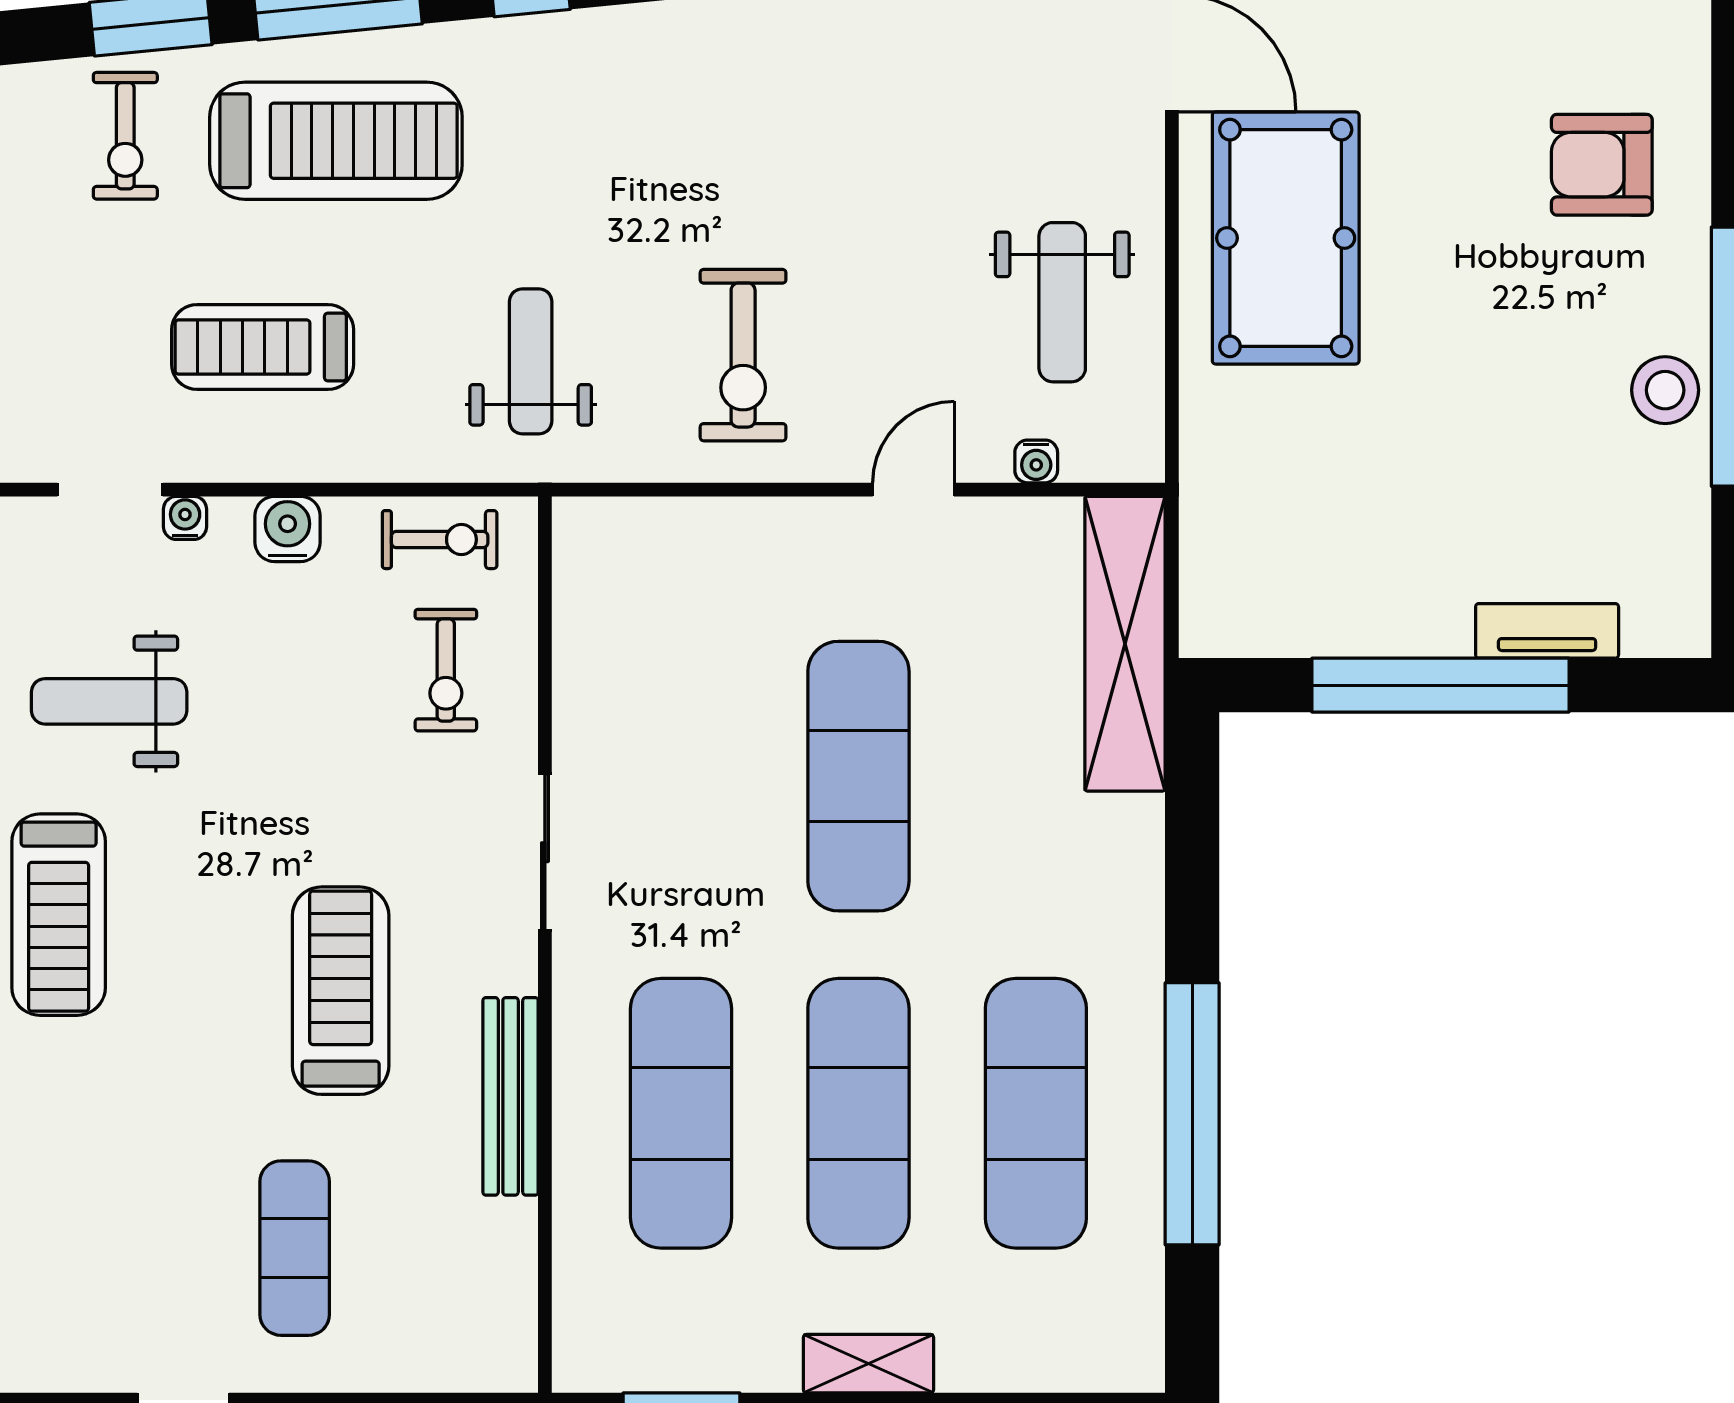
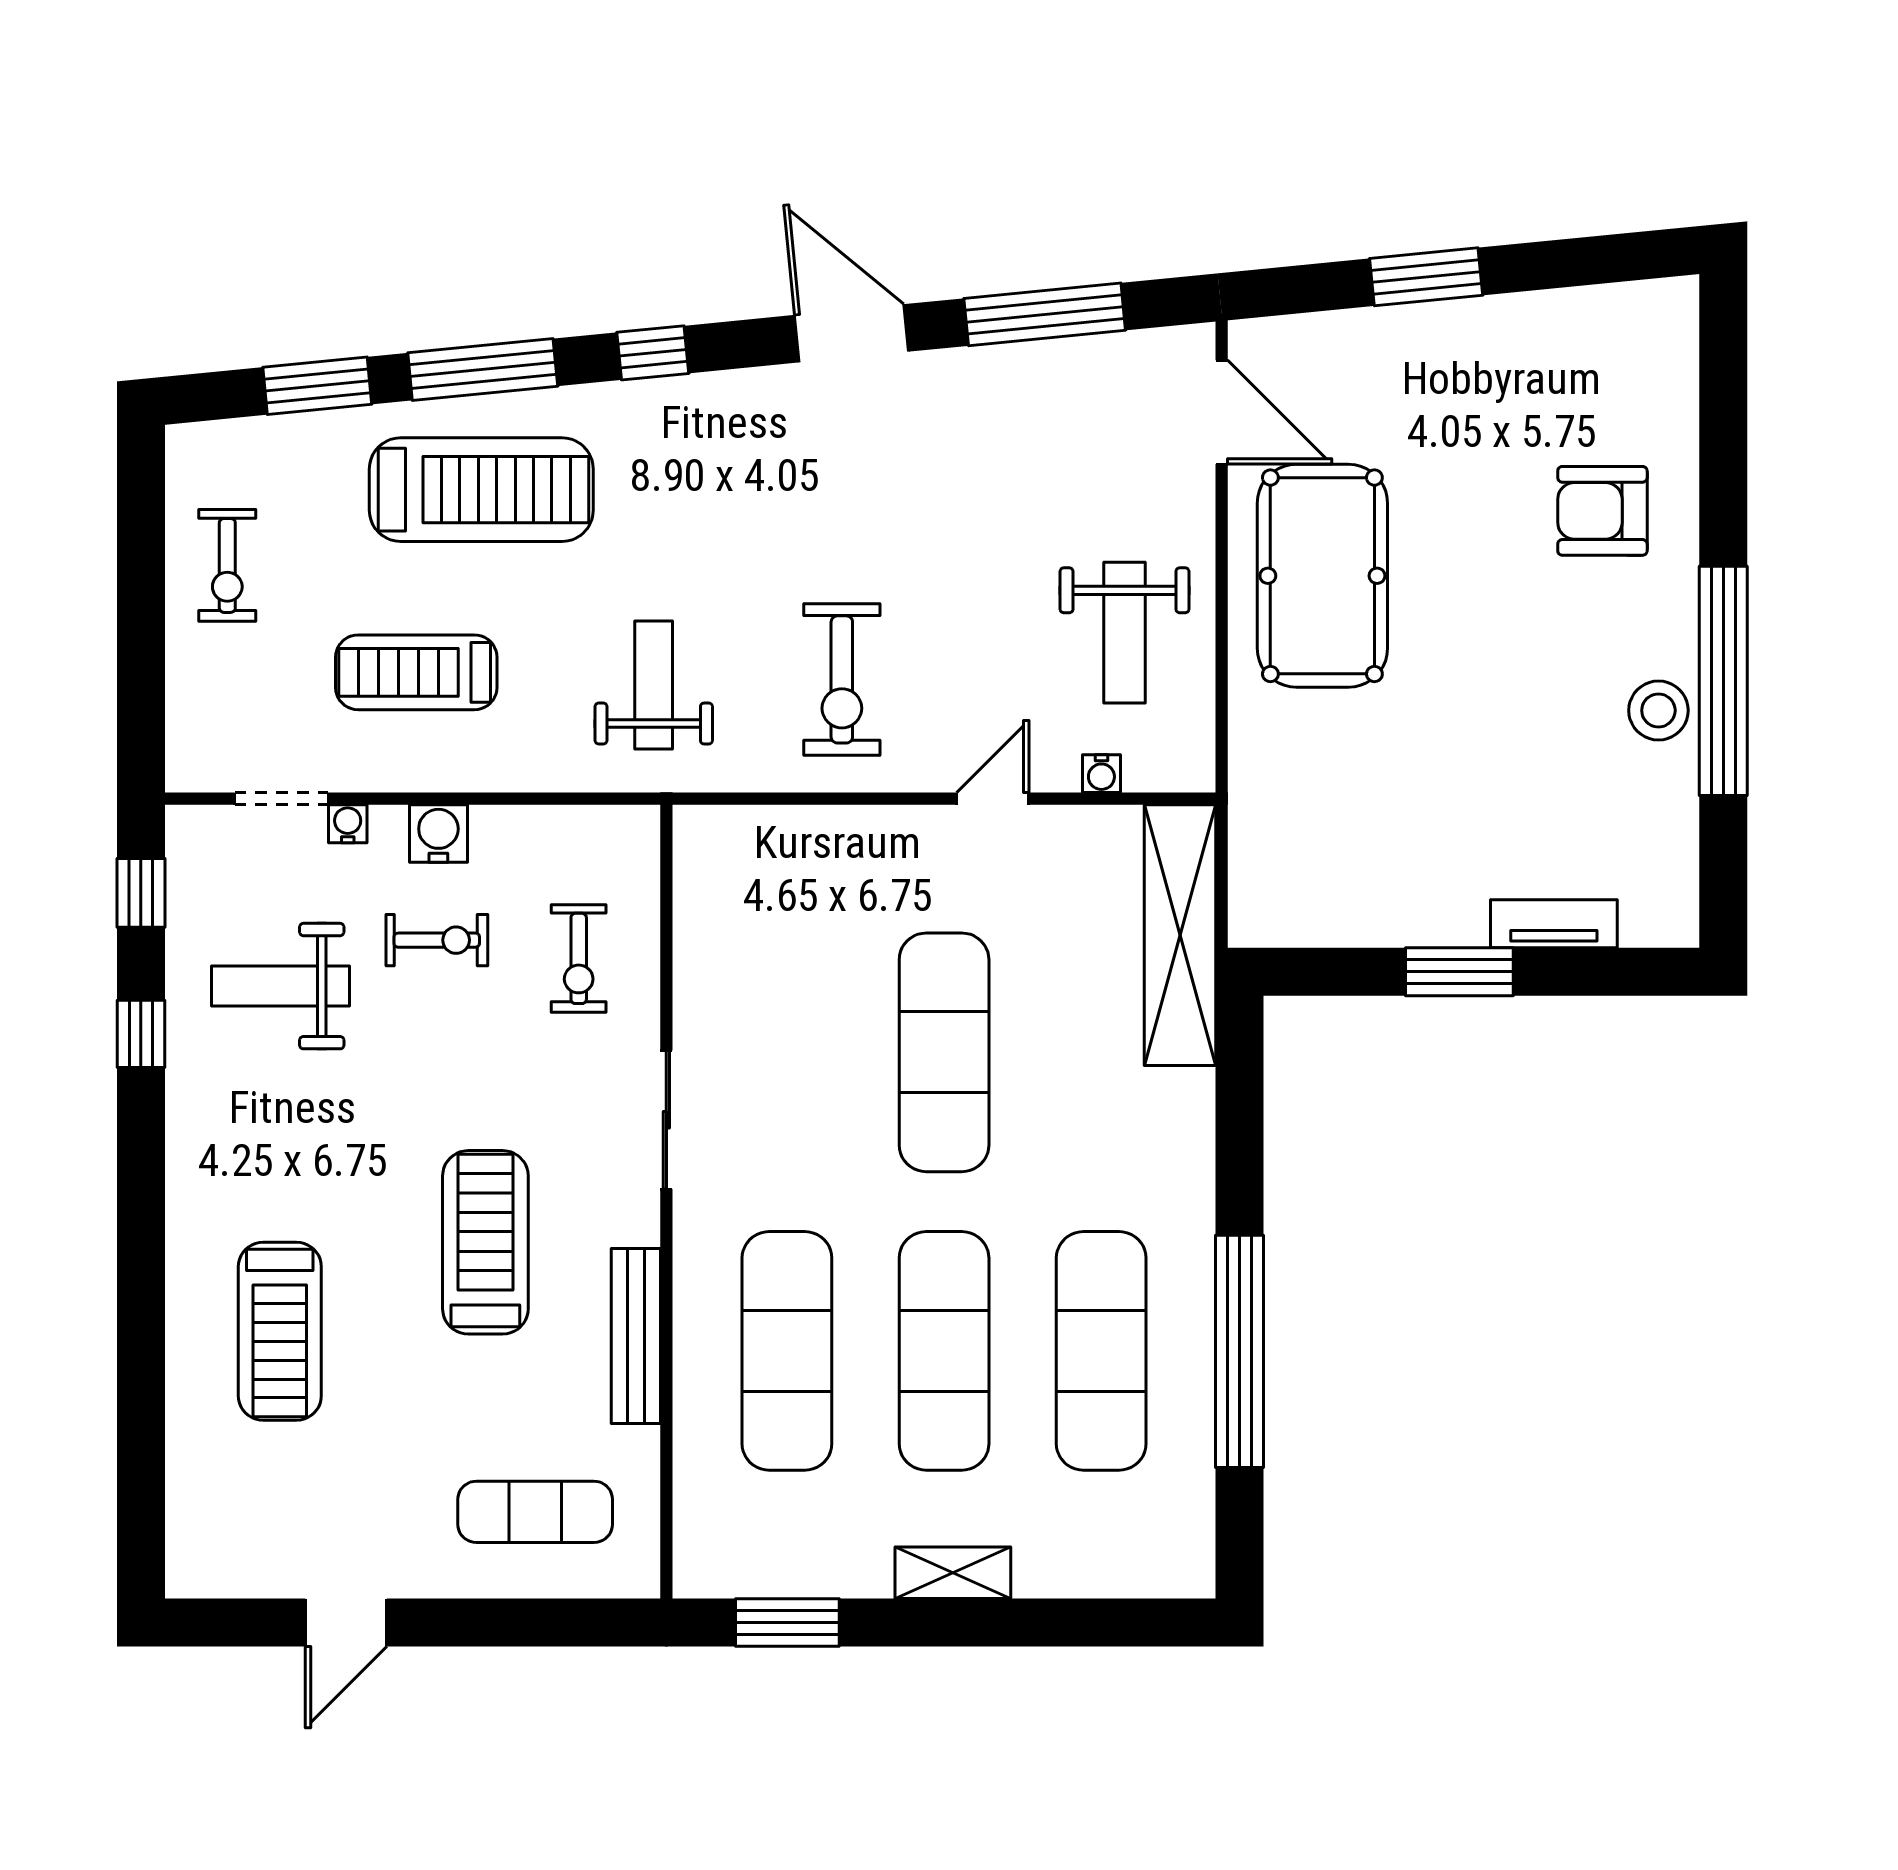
exercise bike: (125, 136) -> (227, 565), moved
exercise bike: (440, 540) -> (437, 940), moved
window: (1440, 685) -> (1459, 972), width x0.47
treadmill: (59, 915) -> (280, 1331), moved
exercise mat: (295, 1248) -> (535, 1512), moved, turned 90

